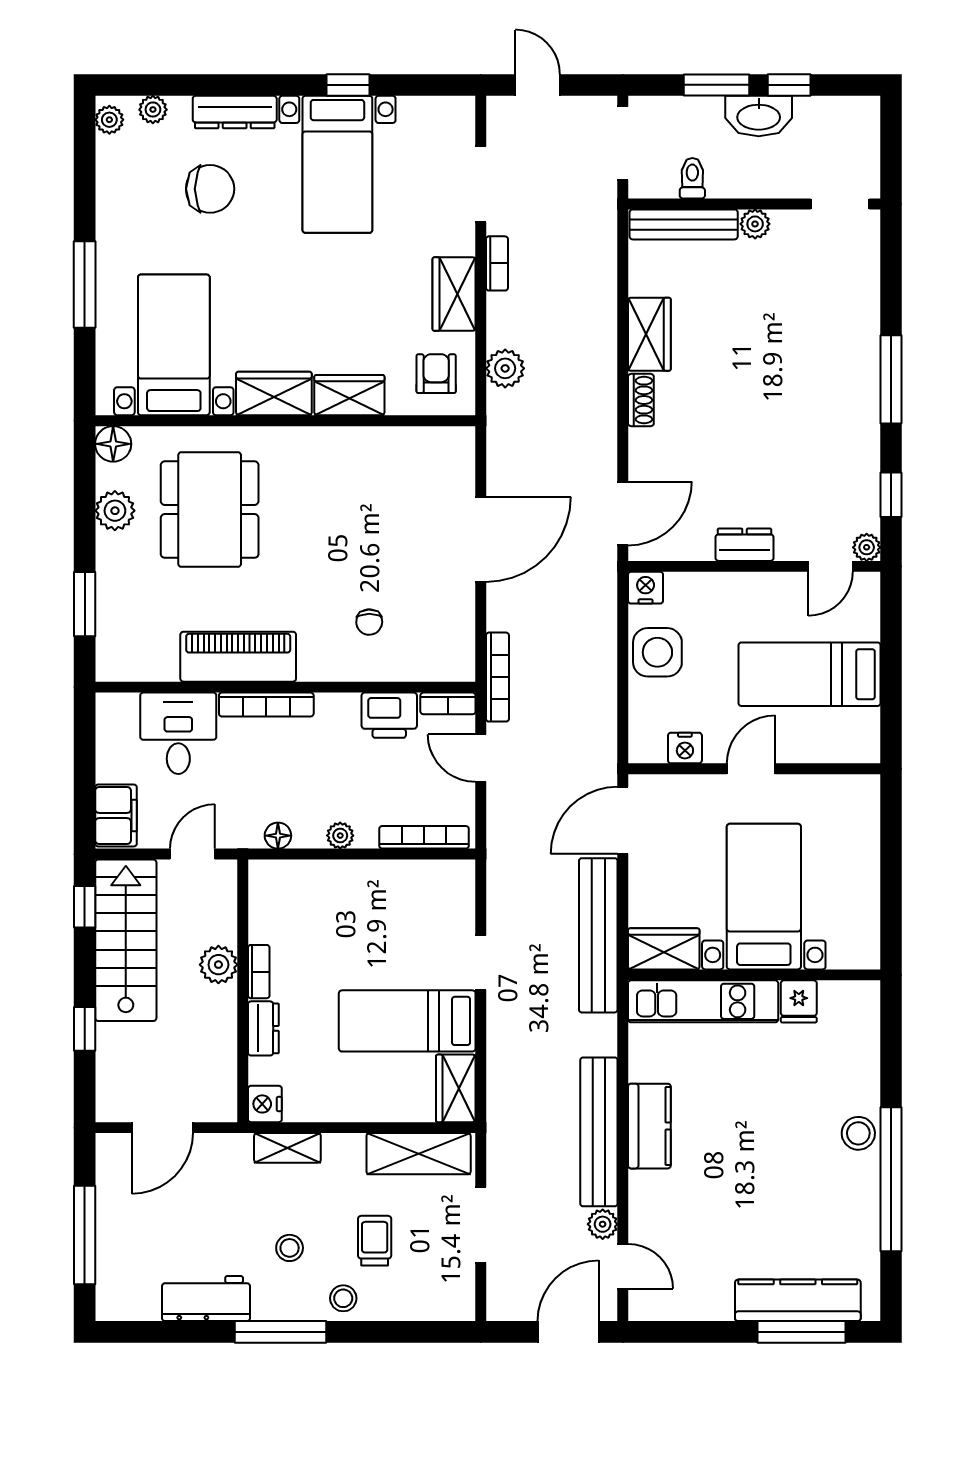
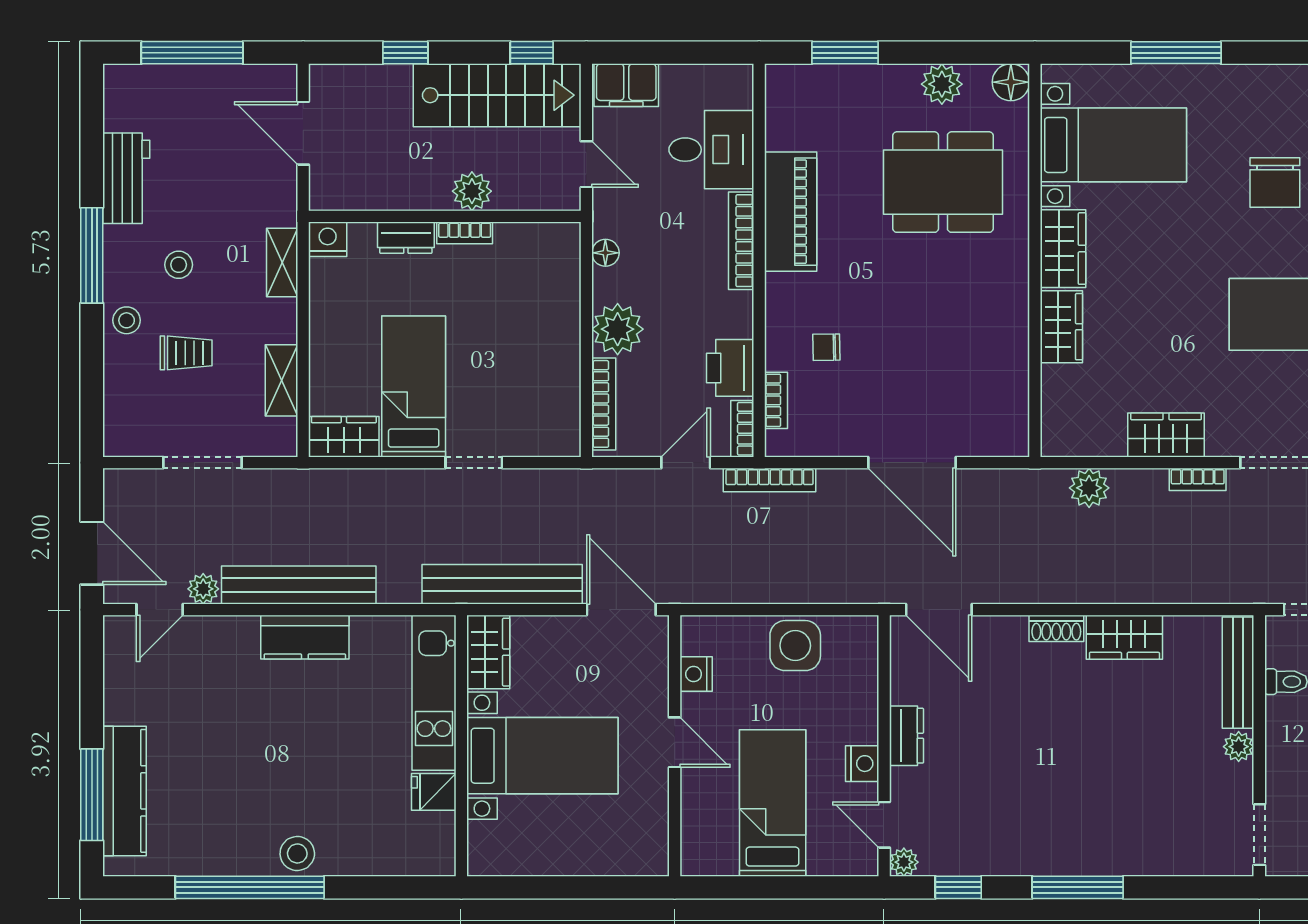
armchair: (436, 374) -> (1084, 416), removed
nightstand: (646, 588) -> (862, 764), moved
bookcase: (421, 671) -> (776, 400), added
plant: (340, 836) -> (618, 329), width x1.87, depth x1.87
shelving: (419, 1154) -> (282, 380), width x0.67, depth x0.75

